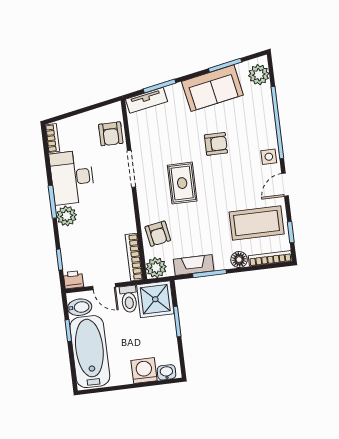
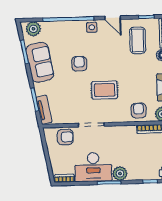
coffee table: (257, 223) -> (138, 40), width x0.73, depth x0.76
armchair: (158, 234) -> (139, 111), turned -80

